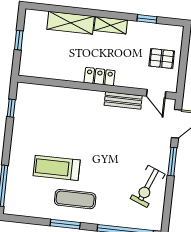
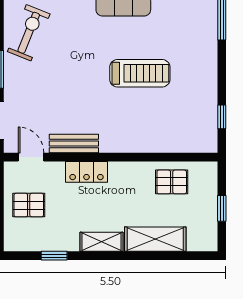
pallet: (54, 64) -> (172, 182), added
locker: (100, 77) -> (86, 172), moved
treadmill: (57, 168) -> (140, 73), moved

